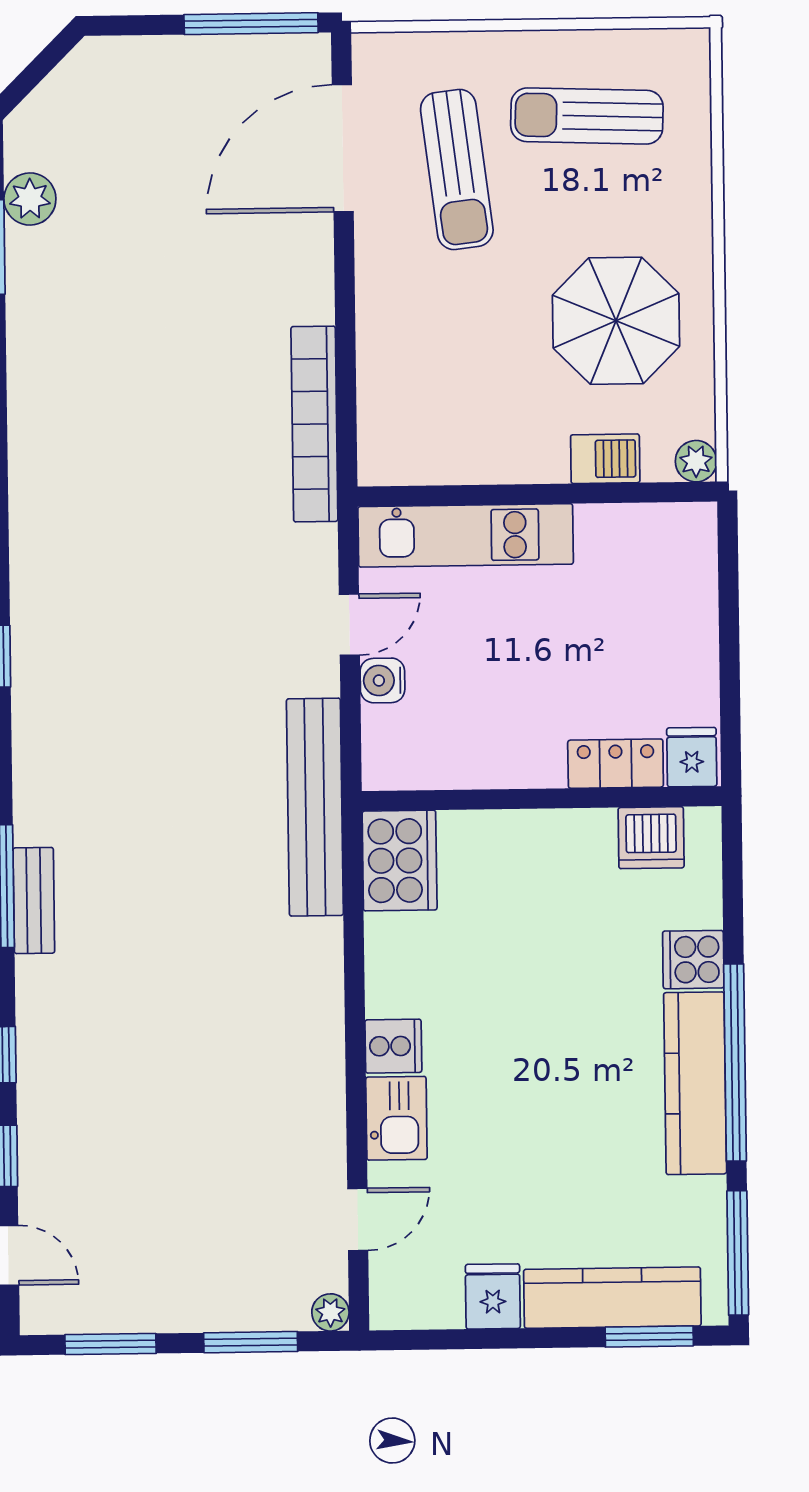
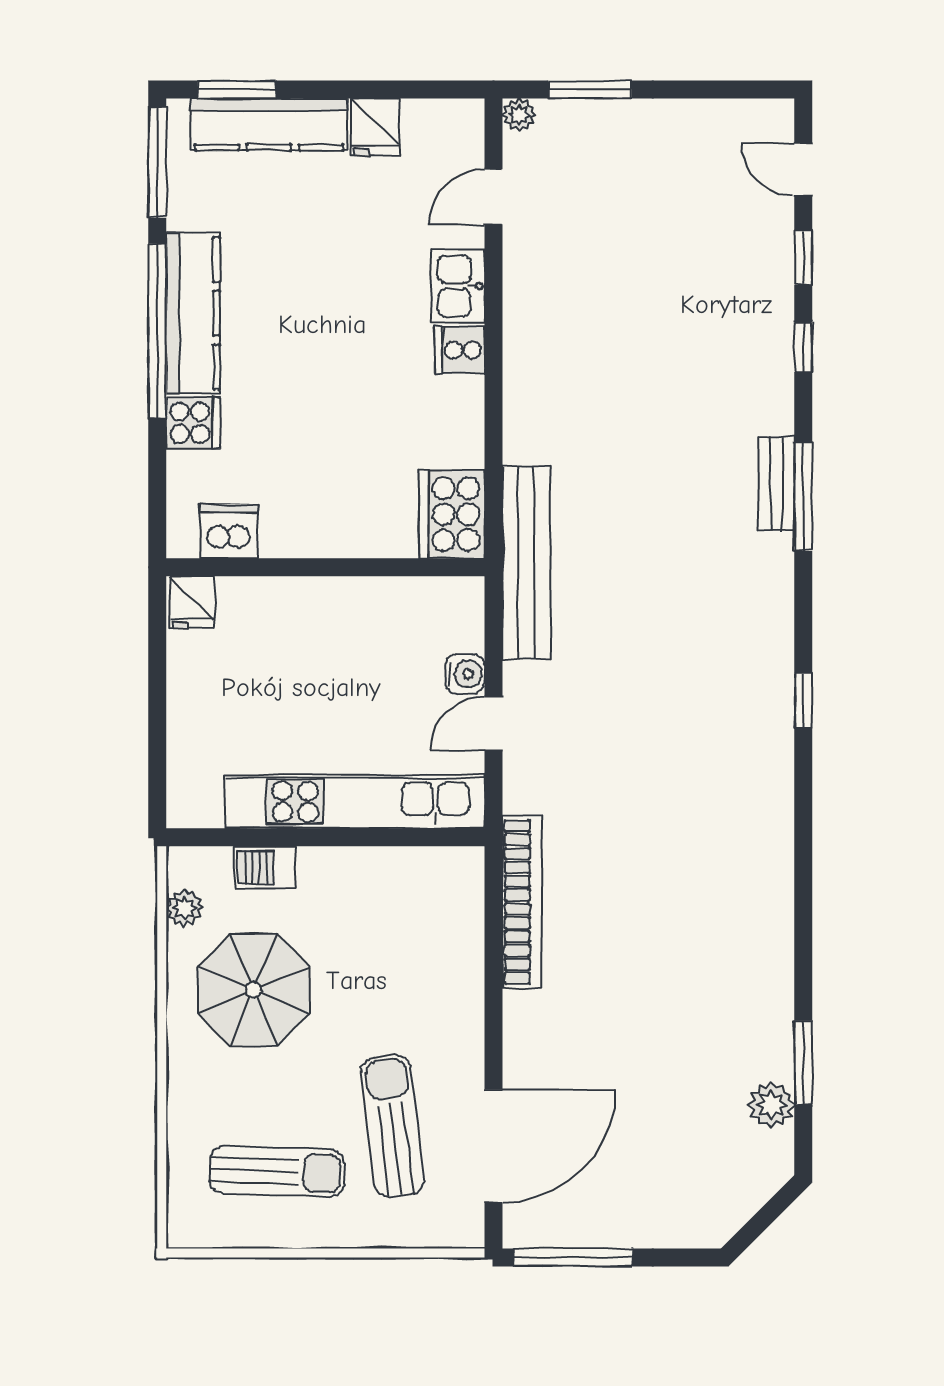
plant: (696, 461) -> (184, 908), moved
kitchen unit: (466, 535) -> (355, 802), width x1.36
locker: (616, 764) -> (259, 597), removed
window: (111, 1344) -> (714, 89), removed

